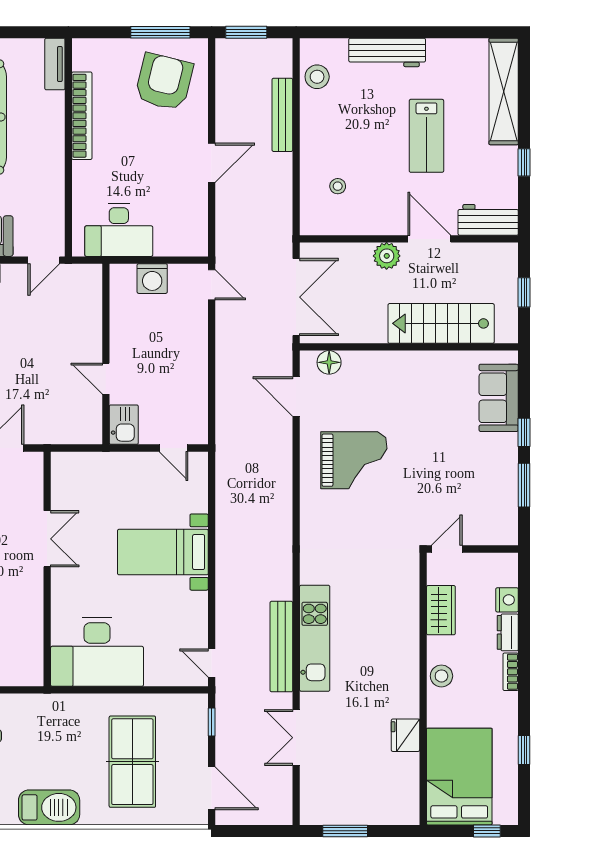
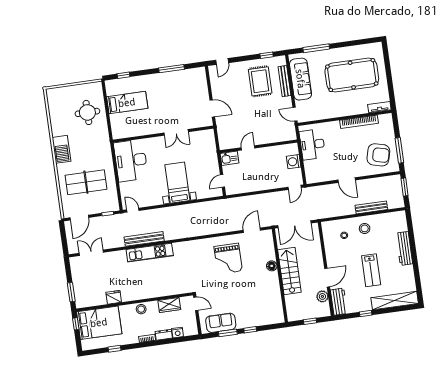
stool: (317, 77) -> (365, 228), moved
lab bench: (426, 136) -> (371, 270), turned -90
plant: (387, 256) -> (322, 296), moved
stairs: (441, 323) -> (289, 271), moved
floor lamp: (329, 362) -> (272, 266), moved
sofa: (499, 398) -> (221, 323), moved
door: (212, 663) -> (133, 210), hinge flipped
double door: (296, 738) -> (91, 253), moved
window: (345, 831) -> (71, 292), moved
window: (487, 831) -> (76, 324), moved

